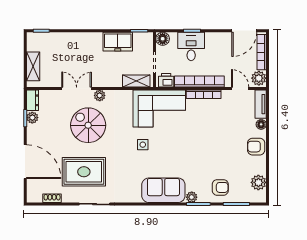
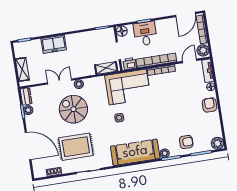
freezer: (118, 42) -> (54, 44), moved
door: (240, 89) -> (190, 61), hinge flipped
armchair: (256, 147) -> (210, 105), turned 90
plant: (258, 182) -> (217, 143), moved
sofa: (163, 190) -> (135, 152), width x1.36

